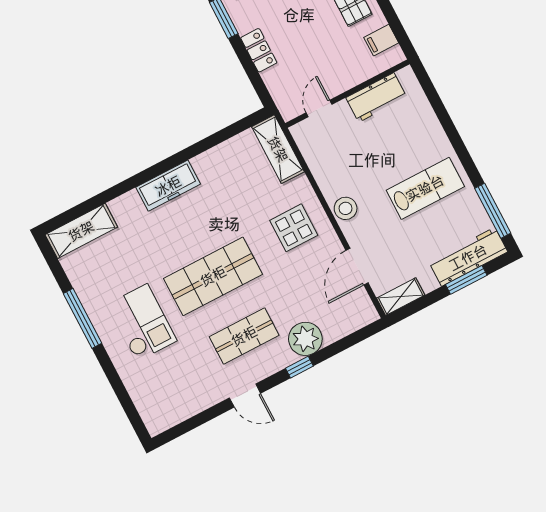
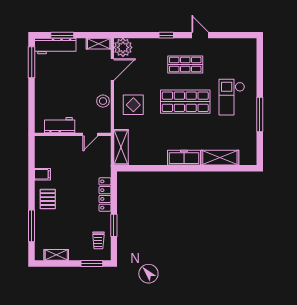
locker: (259, 50) -> (105, 195), width x1.53
wall: (347, 94) -> (73, 134), moved
workbench: (376, 97) -> (60, 125), moved
door: (319, 108) -> (90, 134), moved
lab bench: (425, 188) -> (59, 90), removed
shelving: (81, 231) -> (220, 158), moved
plant: (305, 339) -> (123, 47), moved

